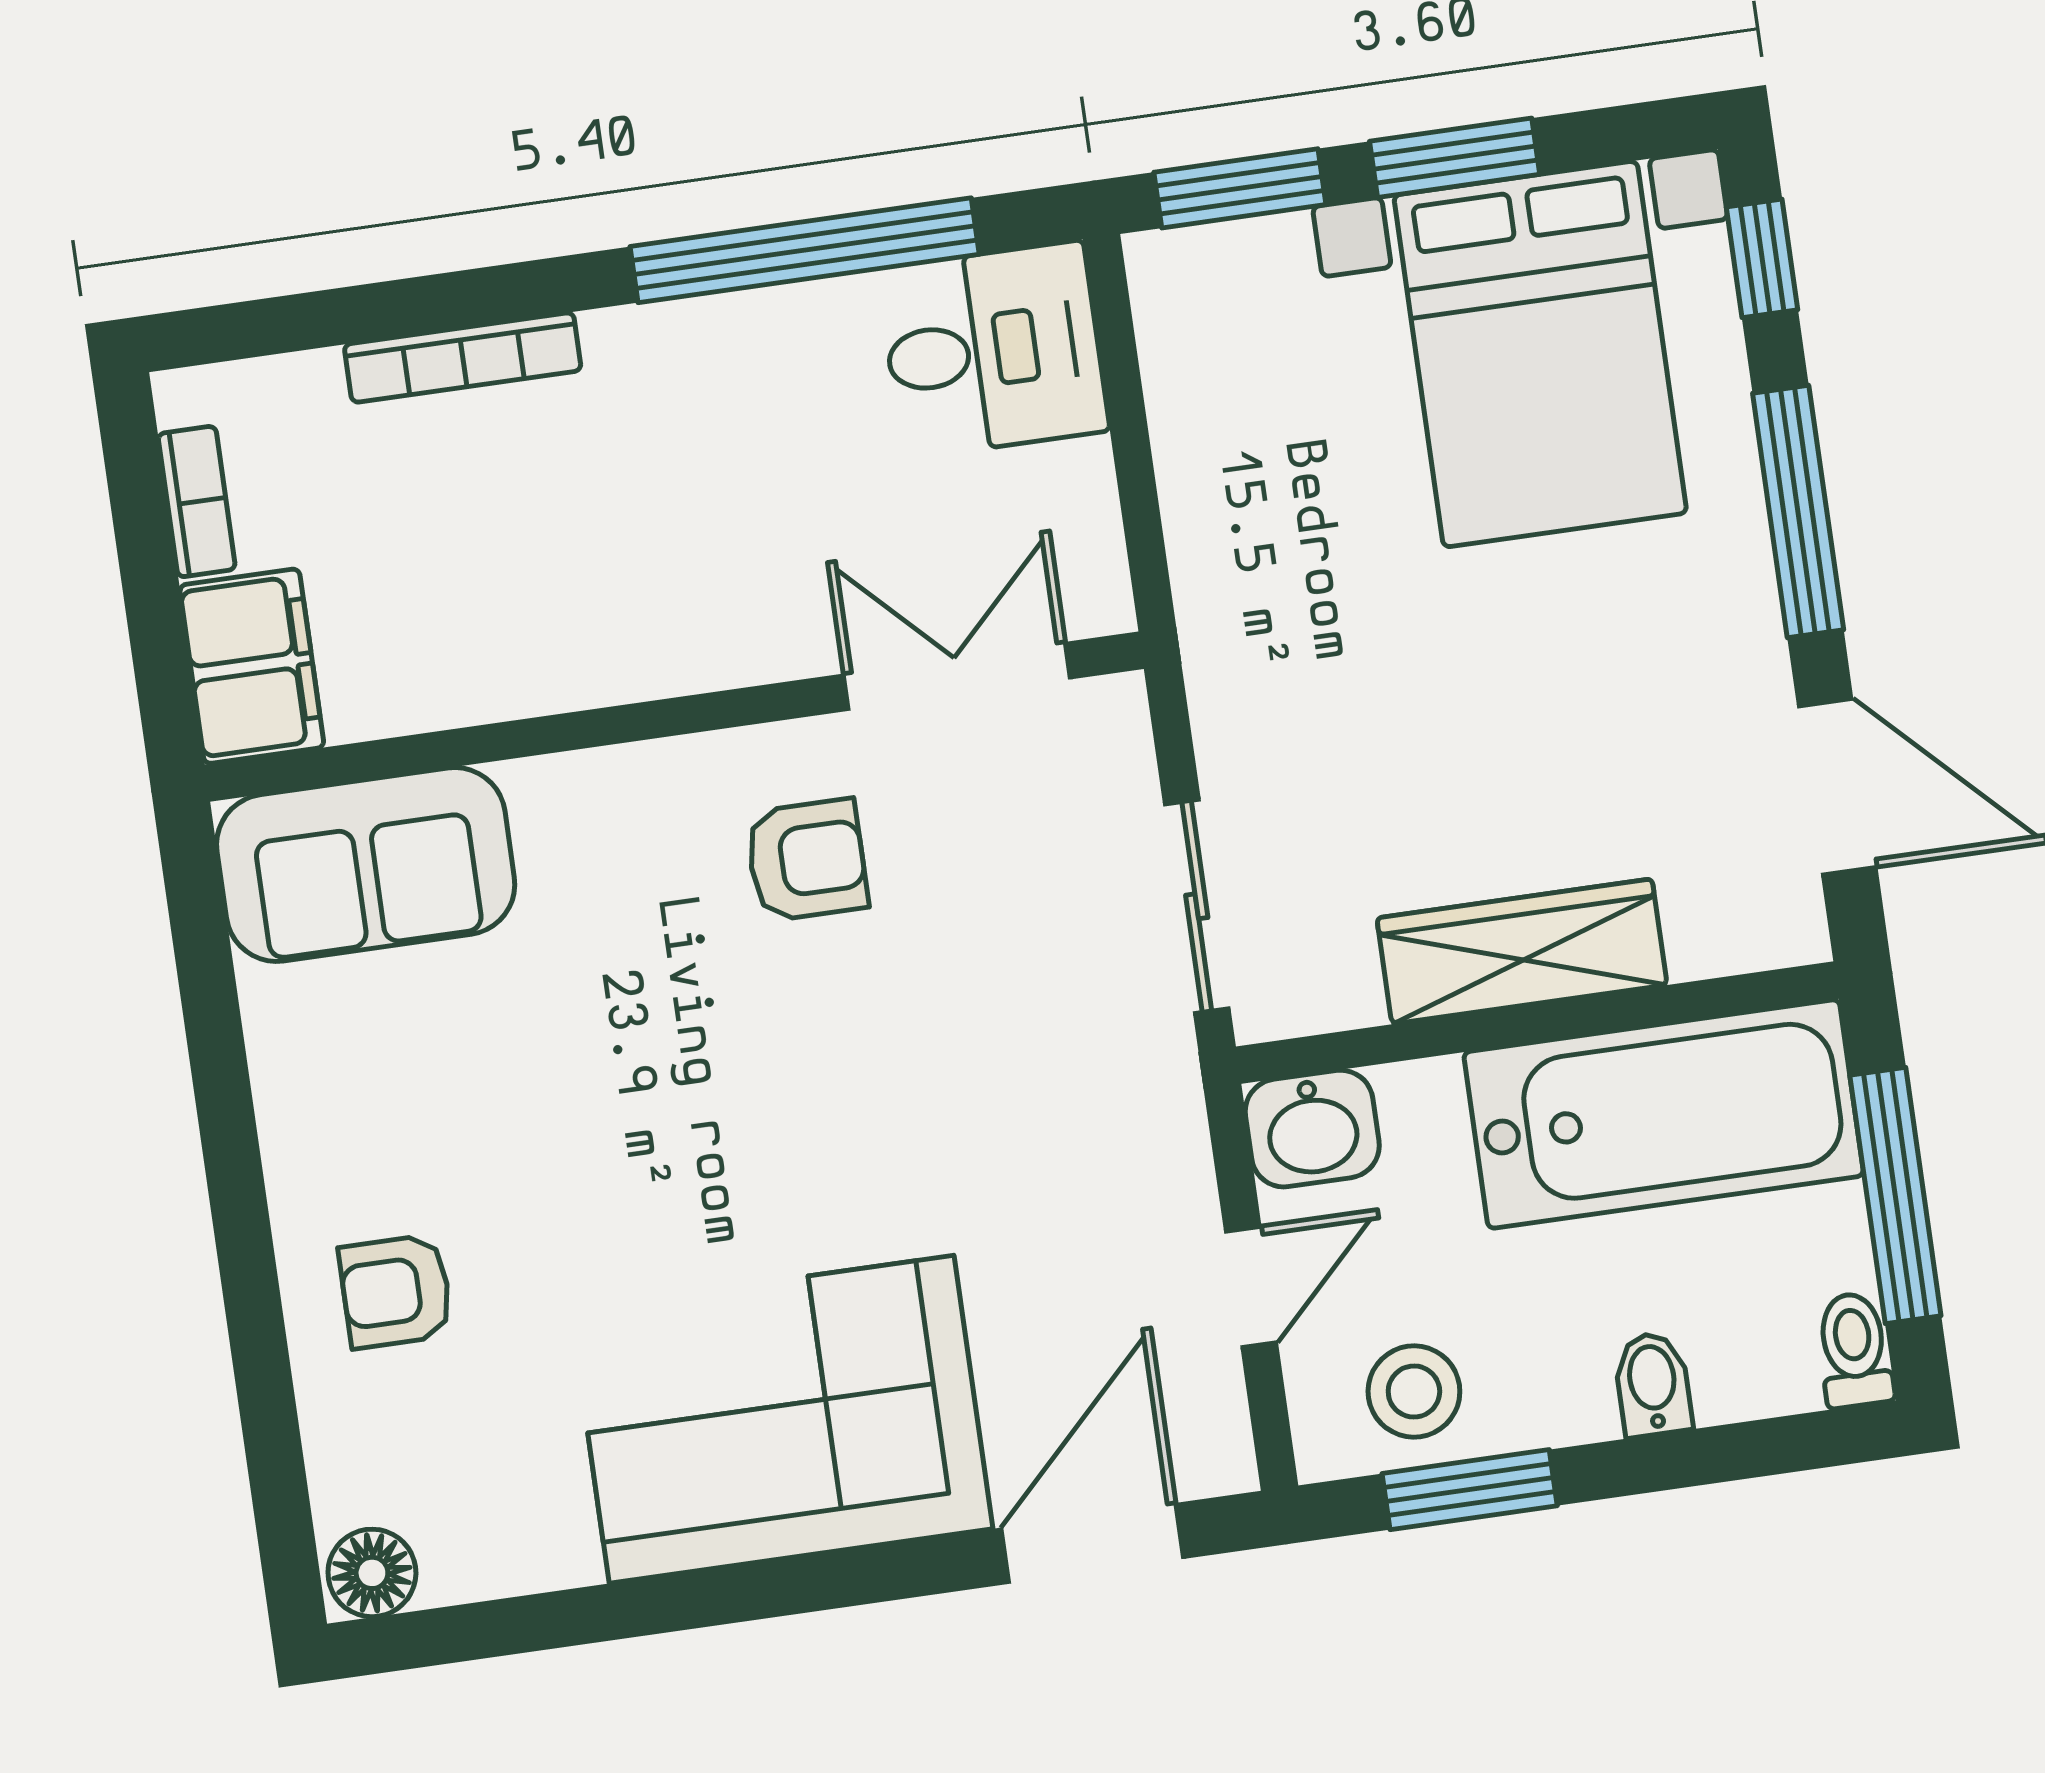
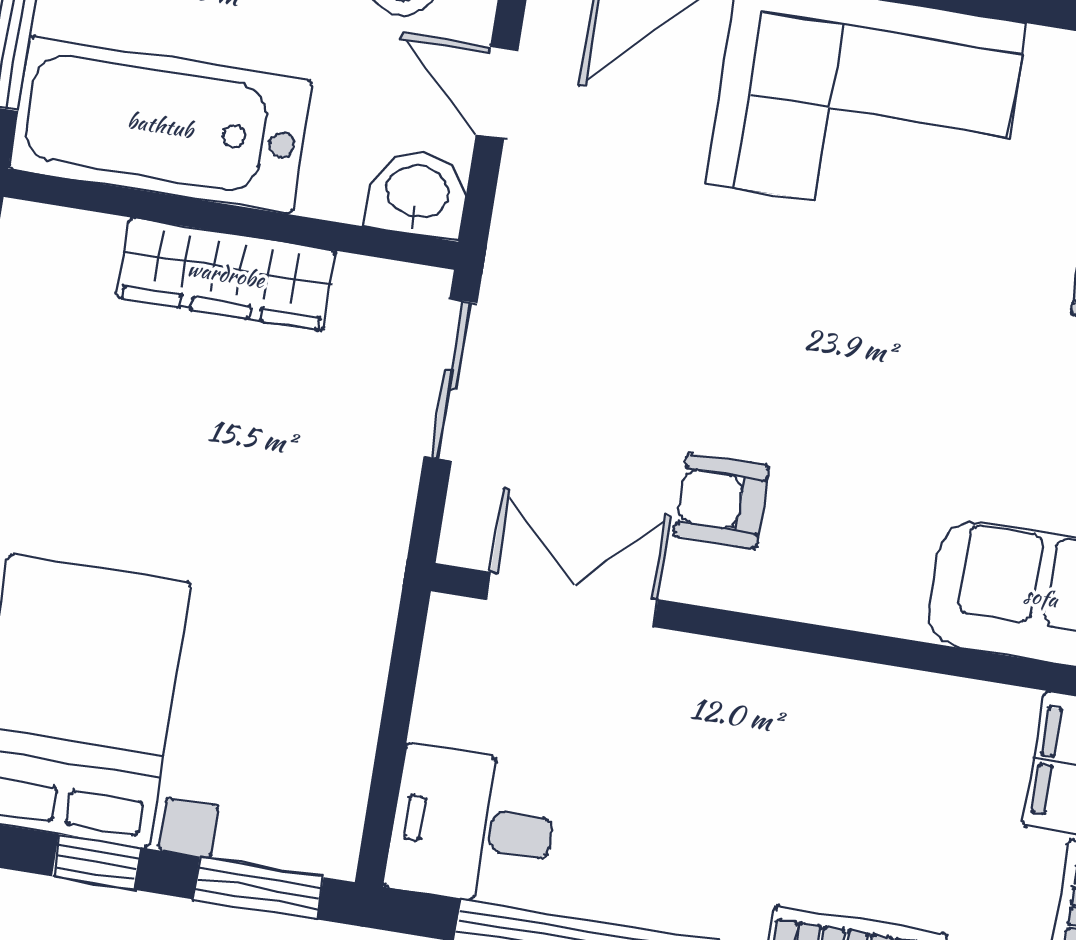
window: (1455, 158) -> (96, 862), width x0.67
double door: (957, 676) -> (572, 600), swing flipped
door: (1251, 1287) -> (497, 93), hinge flipped

